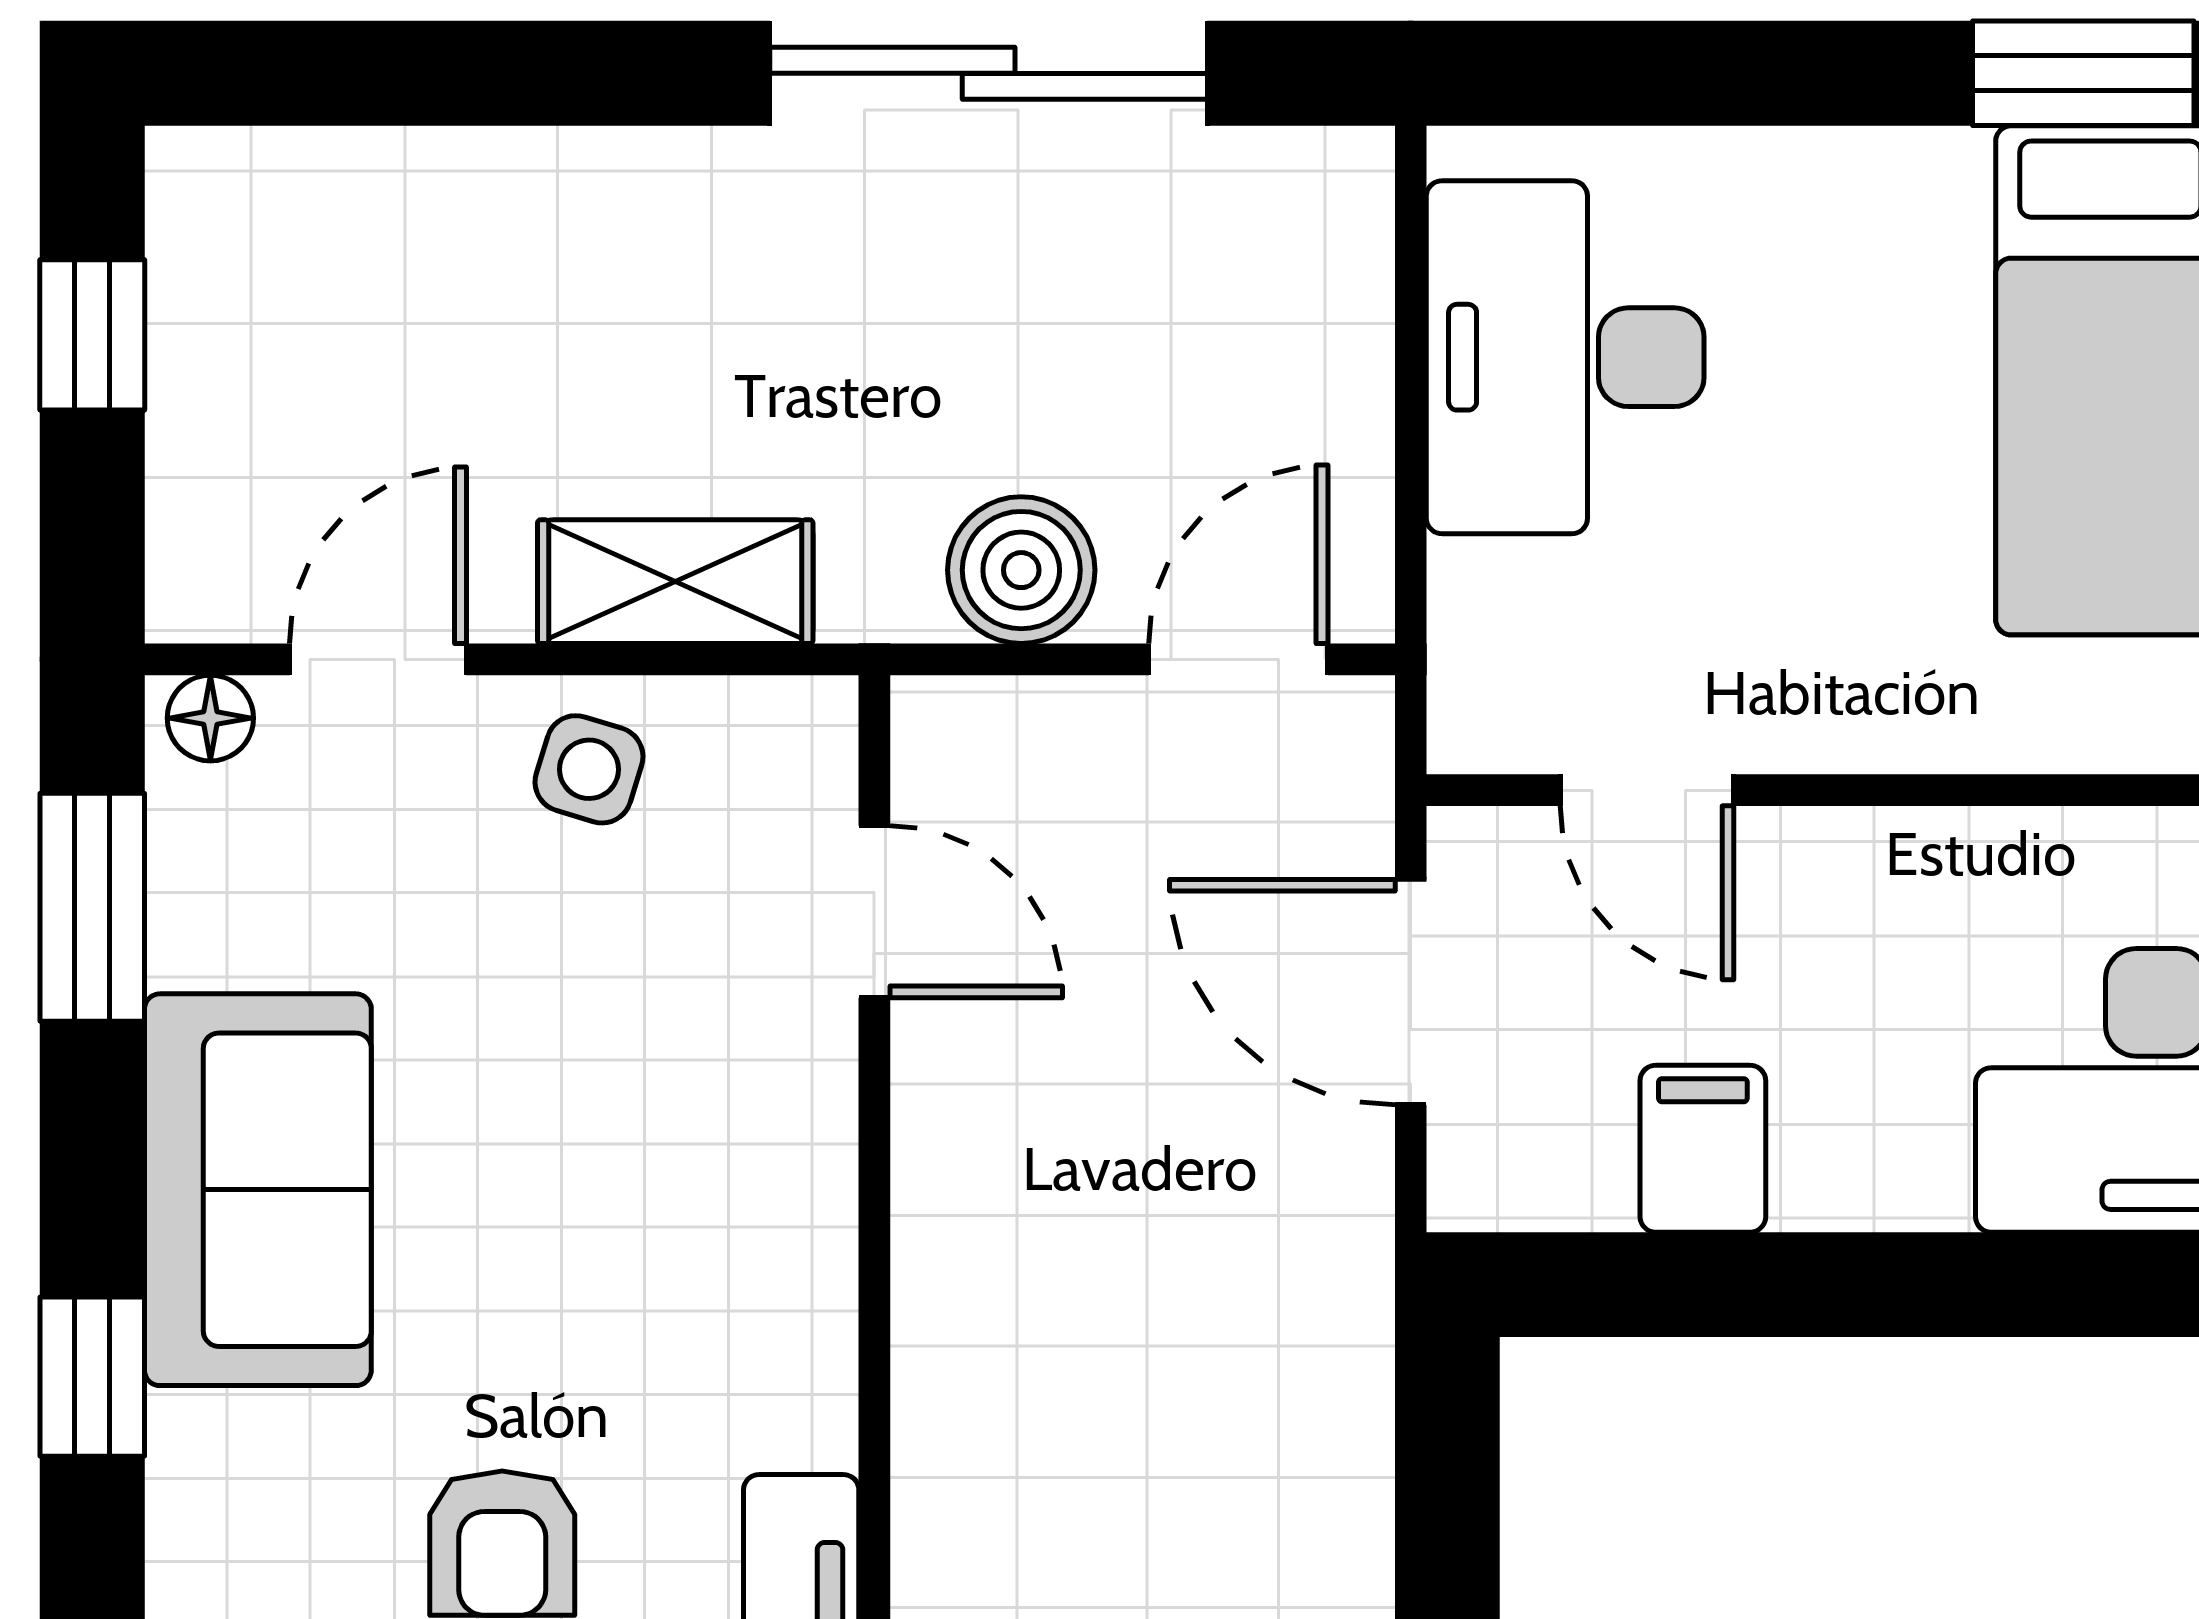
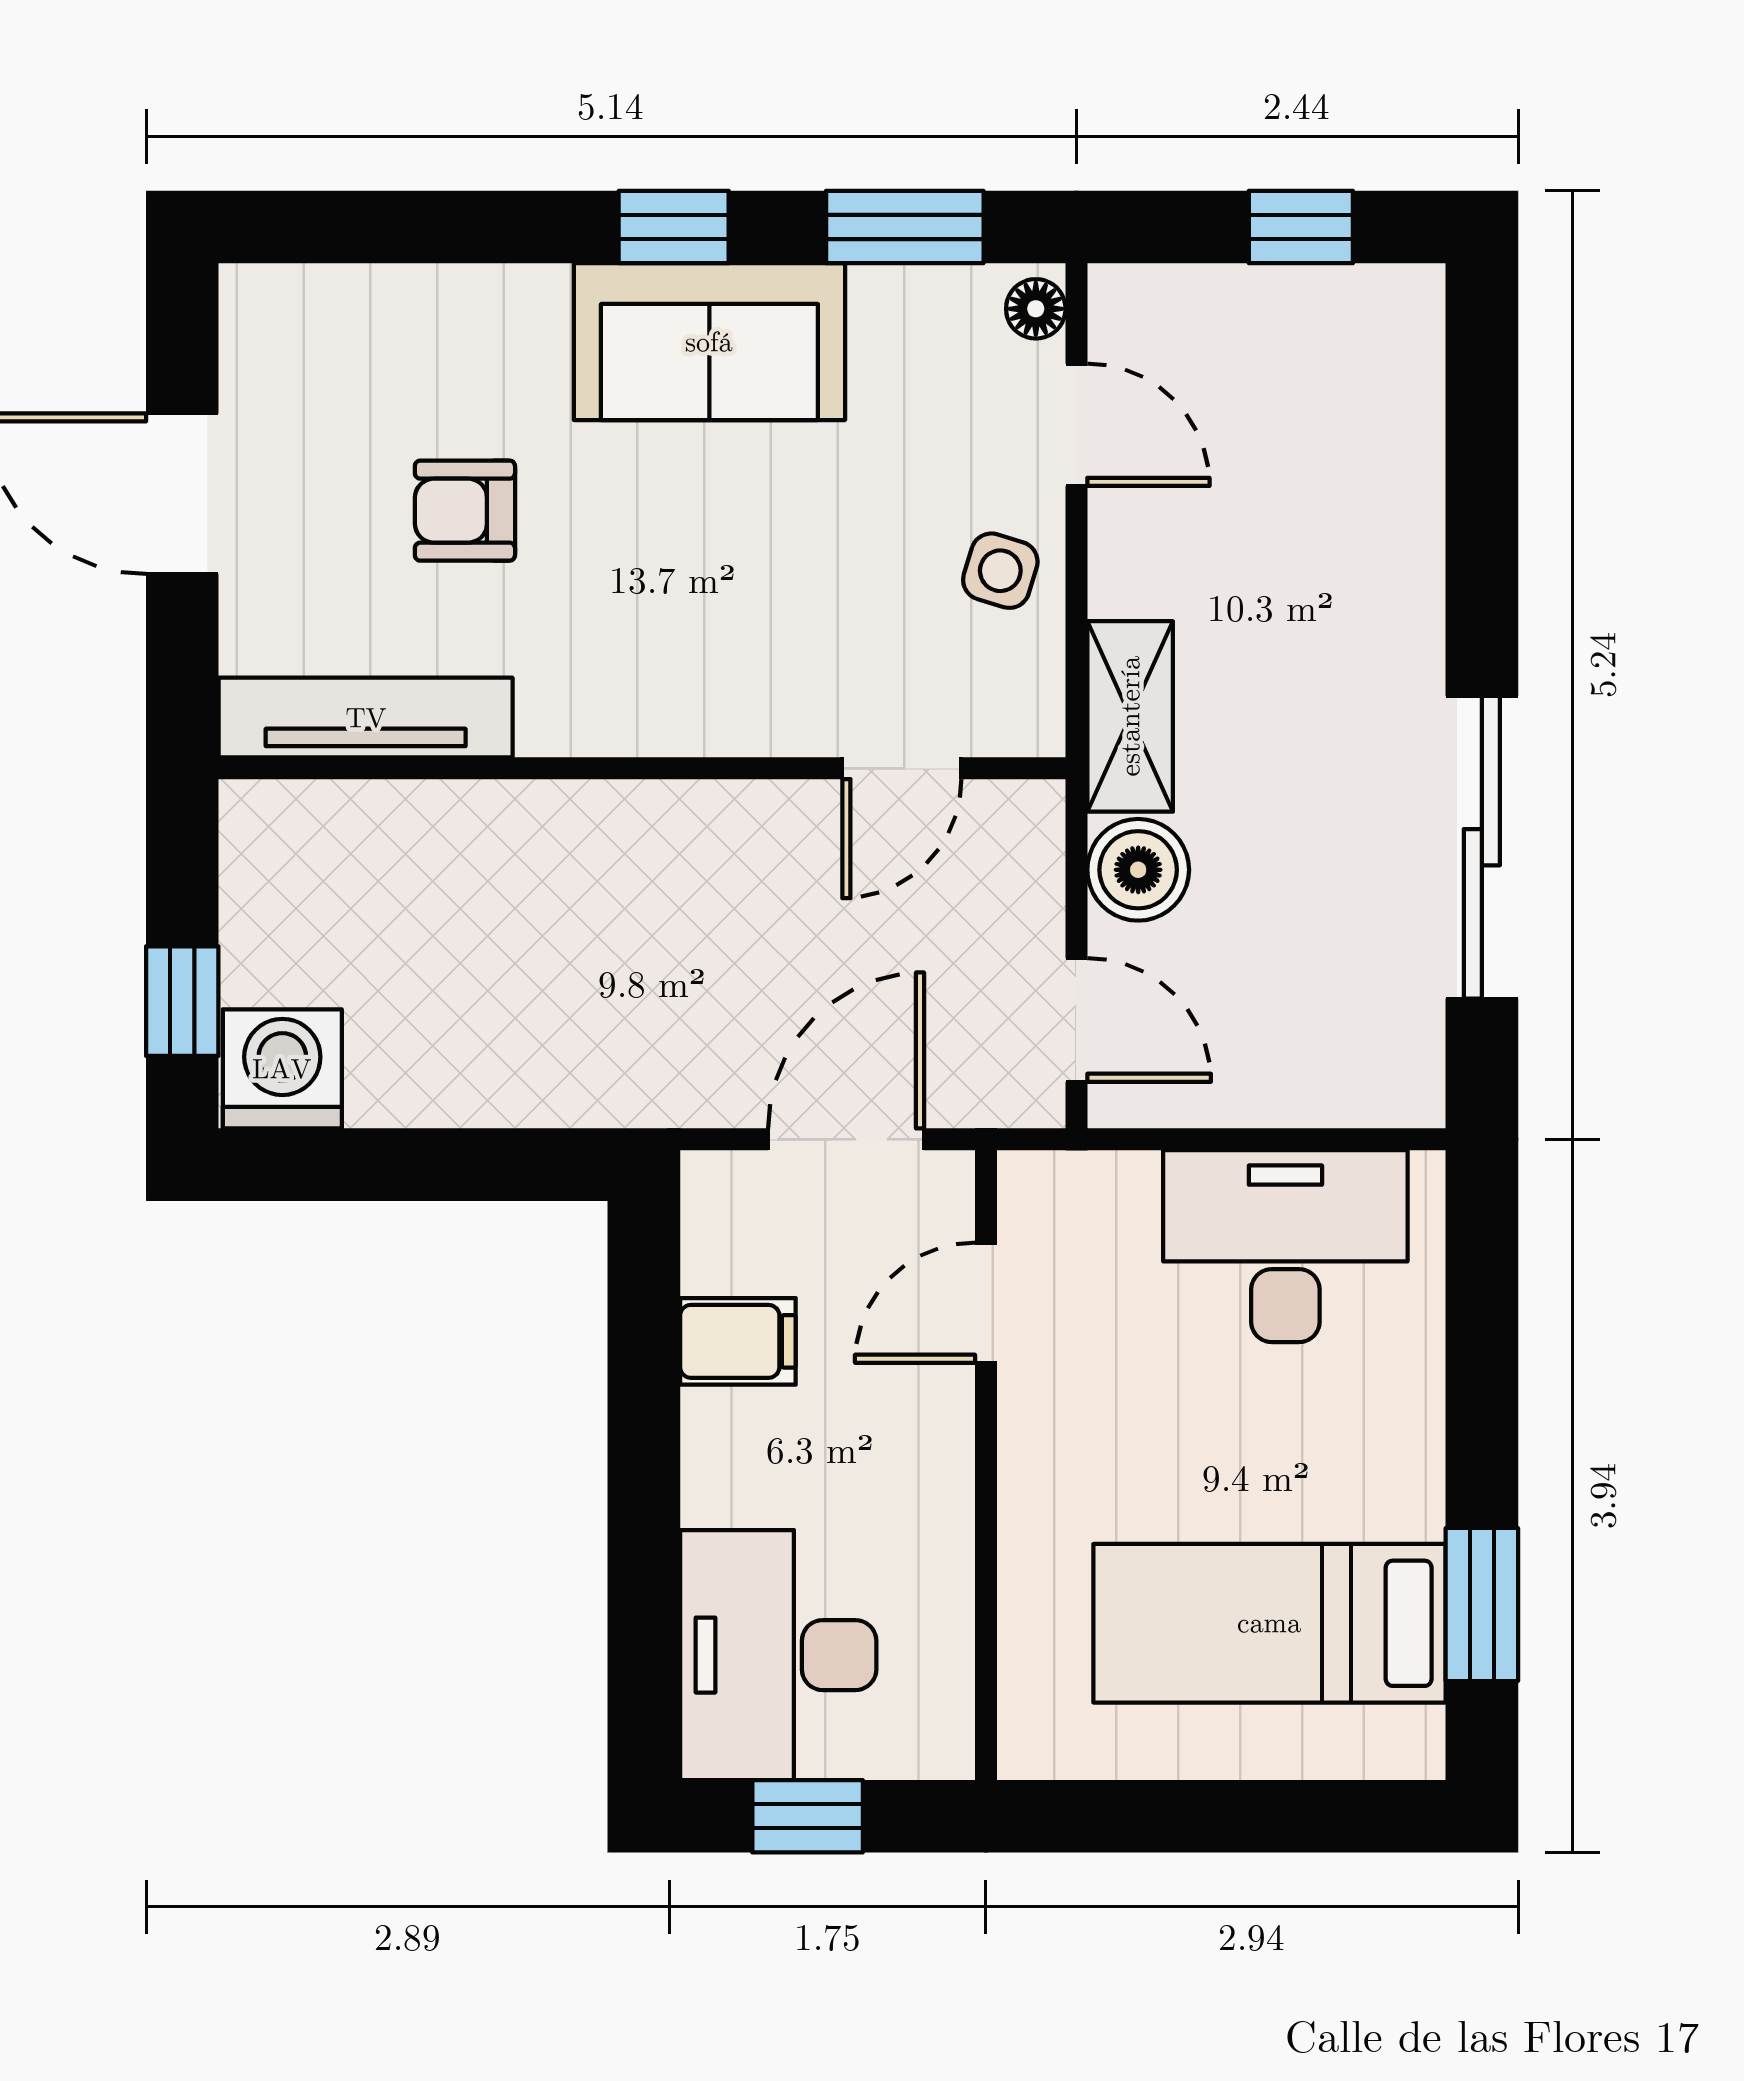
shelving: (675, 582) -> (1130, 716), moved
window: (92, 1377) -> (674, 227), moved

